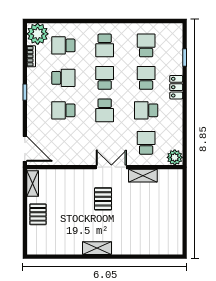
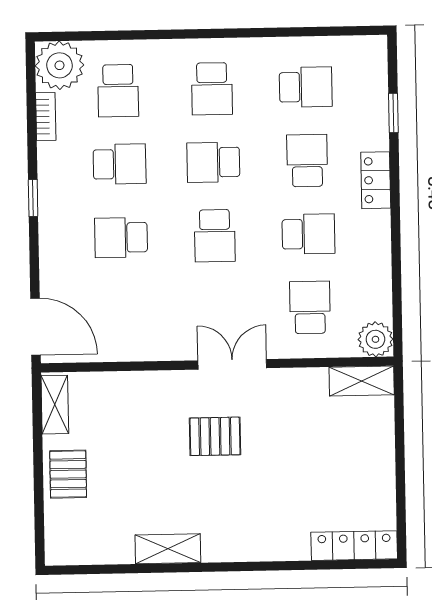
school desk: (63, 45) -> (118, 91), turned -90
school desk: (146, 45) -> (306, 87), turned 90
school desk: (105, 78) -> (213, 162), turned -90
school desk: (146, 110) -> (309, 234), turned 180
shelving: (143, 176) -> (362, 381), moved
pallet: (103, 199) -> (215, 436), turned 90
shelving: (97, 248) -> (168, 549), moved
locker: (164, 248) -> (354, 546), added

